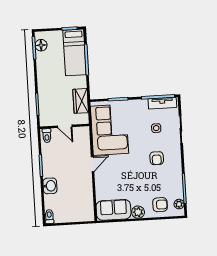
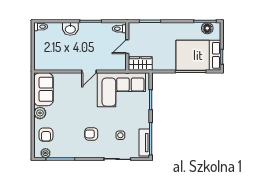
bed: (75, 52) -> (198, 55), width x1.50
wardrobe: (81, 101) -> (140, 63), moved
door: (93, 164) -> (89, 71), hinge flipped

